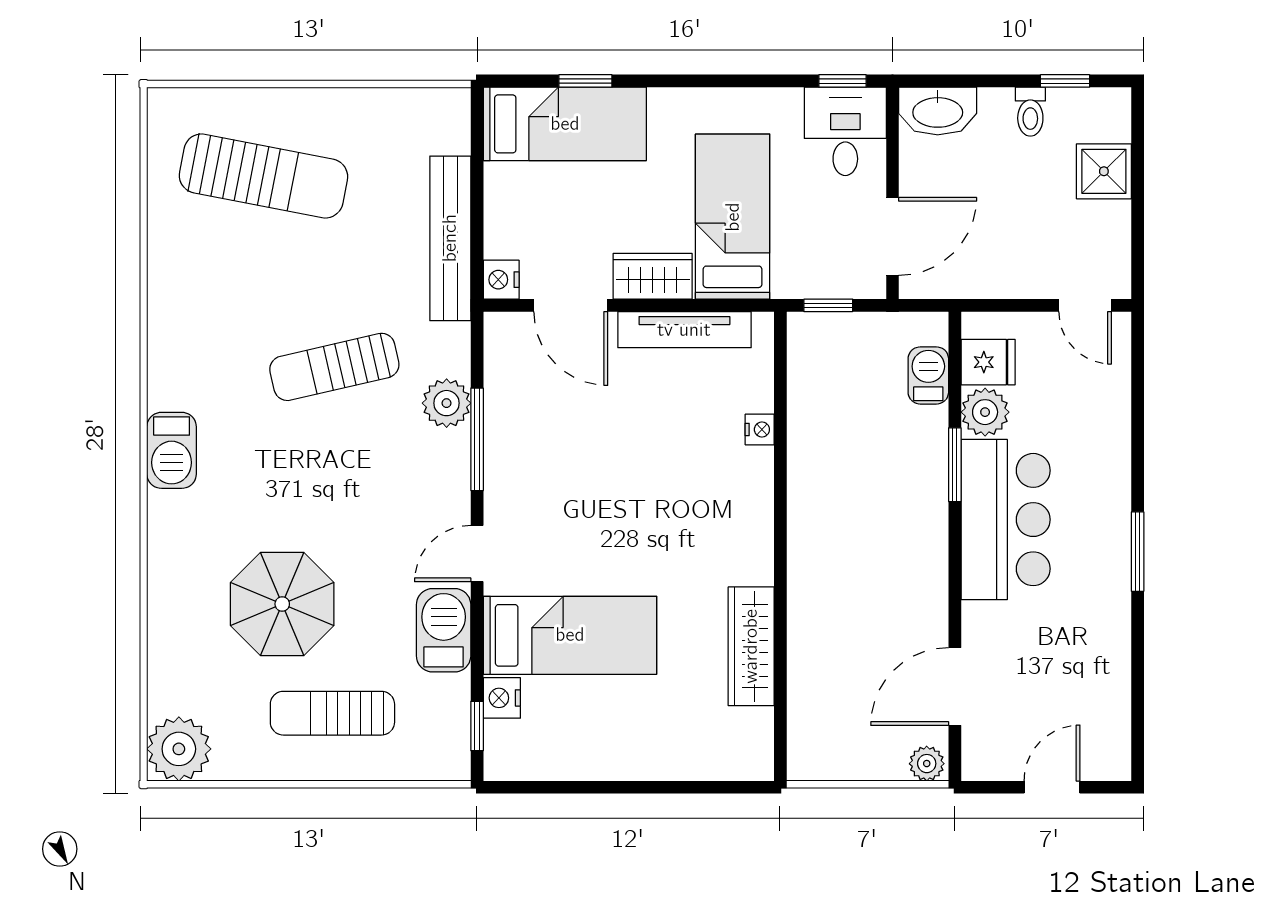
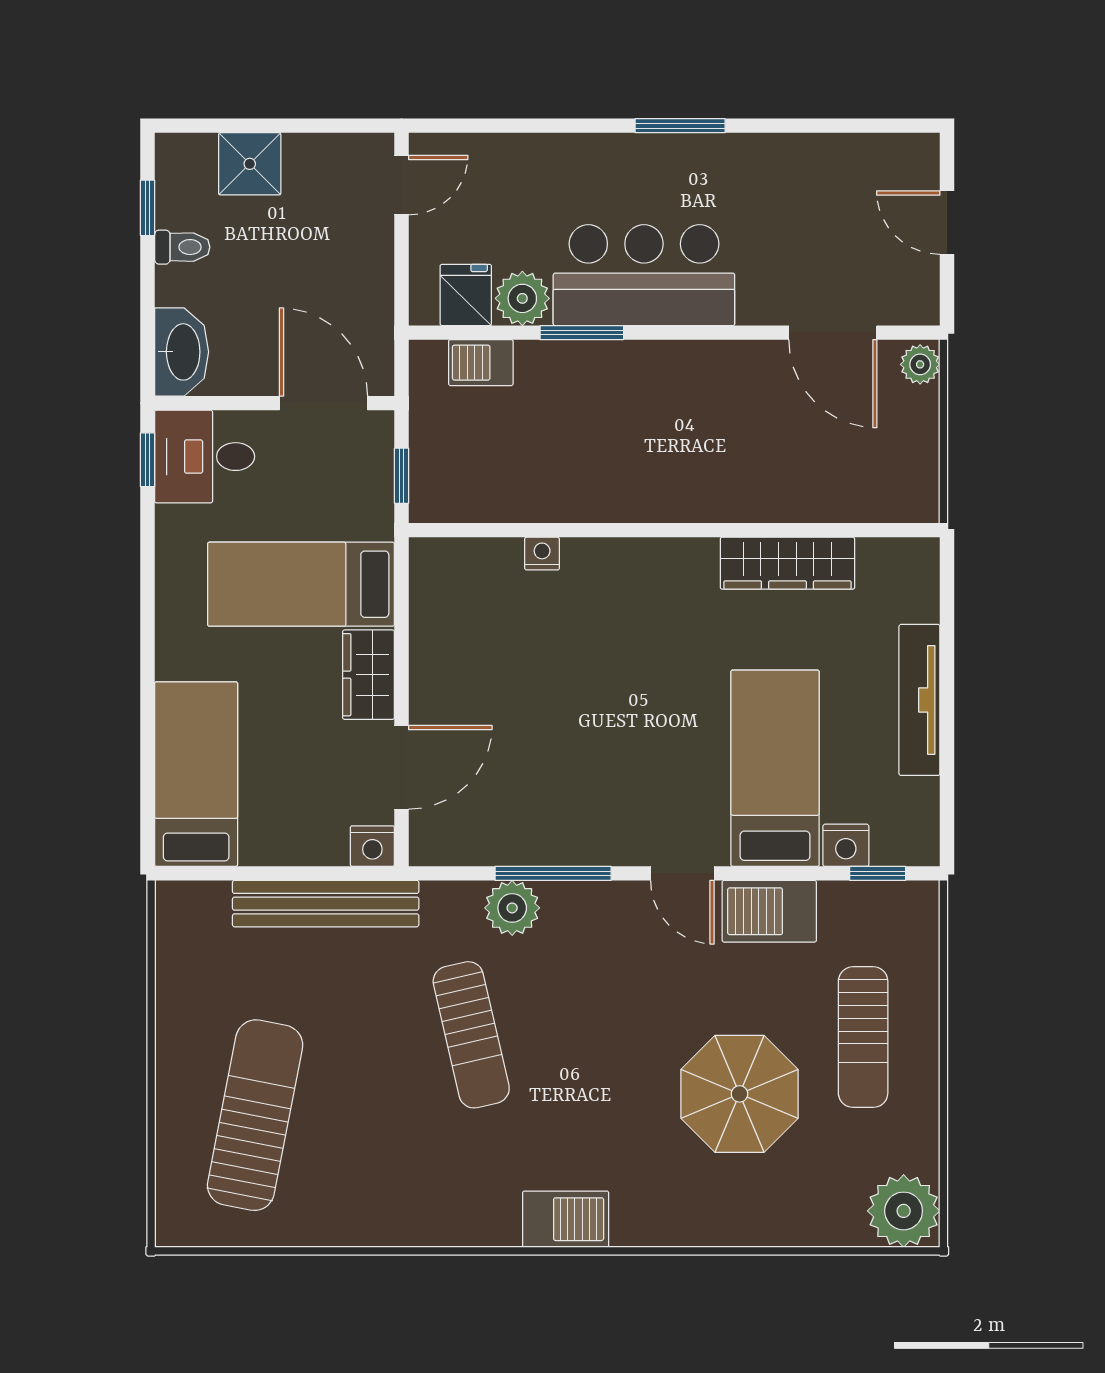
window: (585, 81) -> (148, 751), removed
tv unit: (684, 330) -> (919, 700), moved, turned 180

